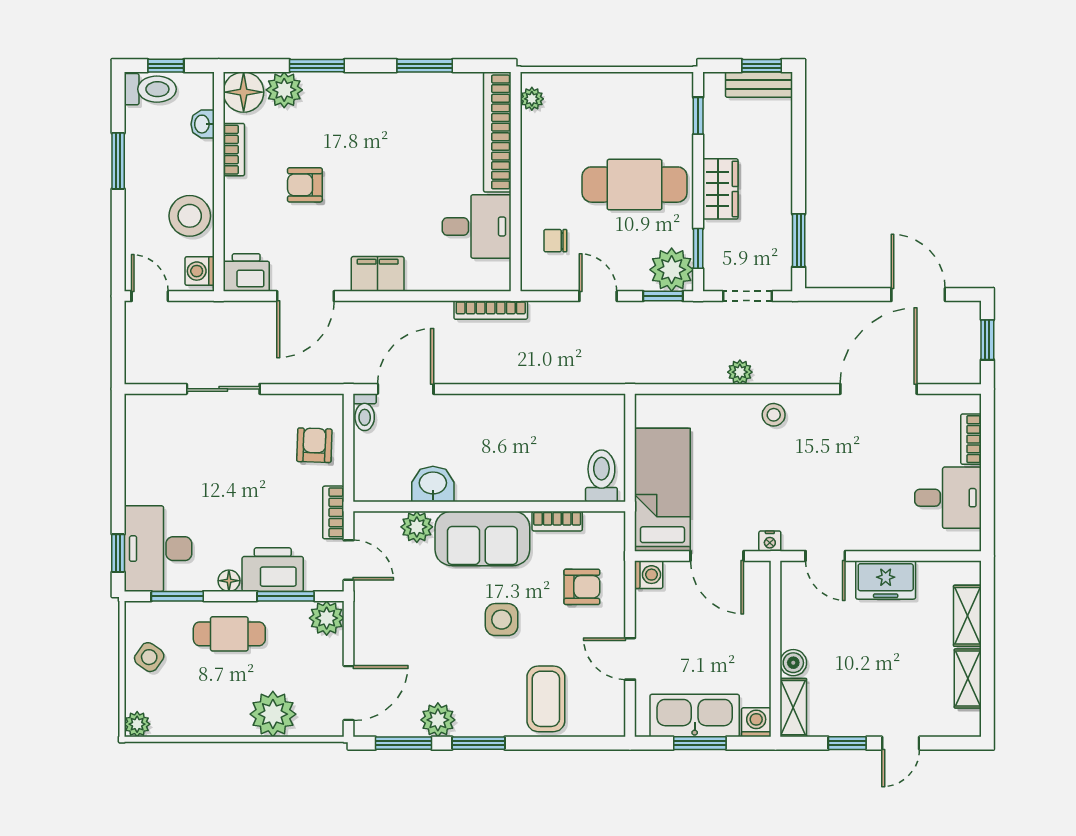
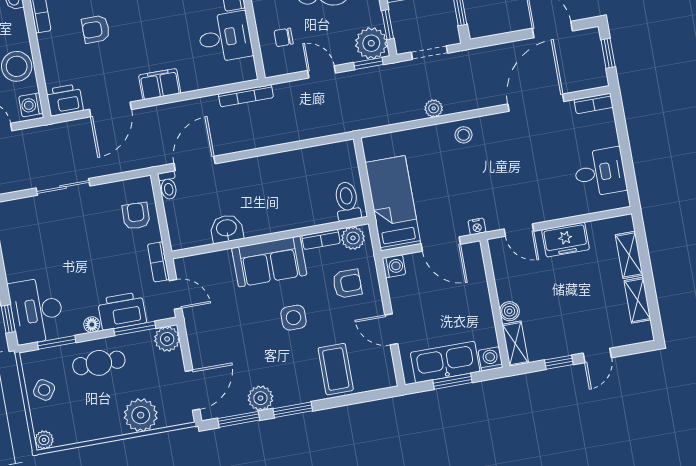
bookcase: (971, 439) -> (594, 103), moved, turned -90
plant: (417, 527) -> (353, 238), moved

